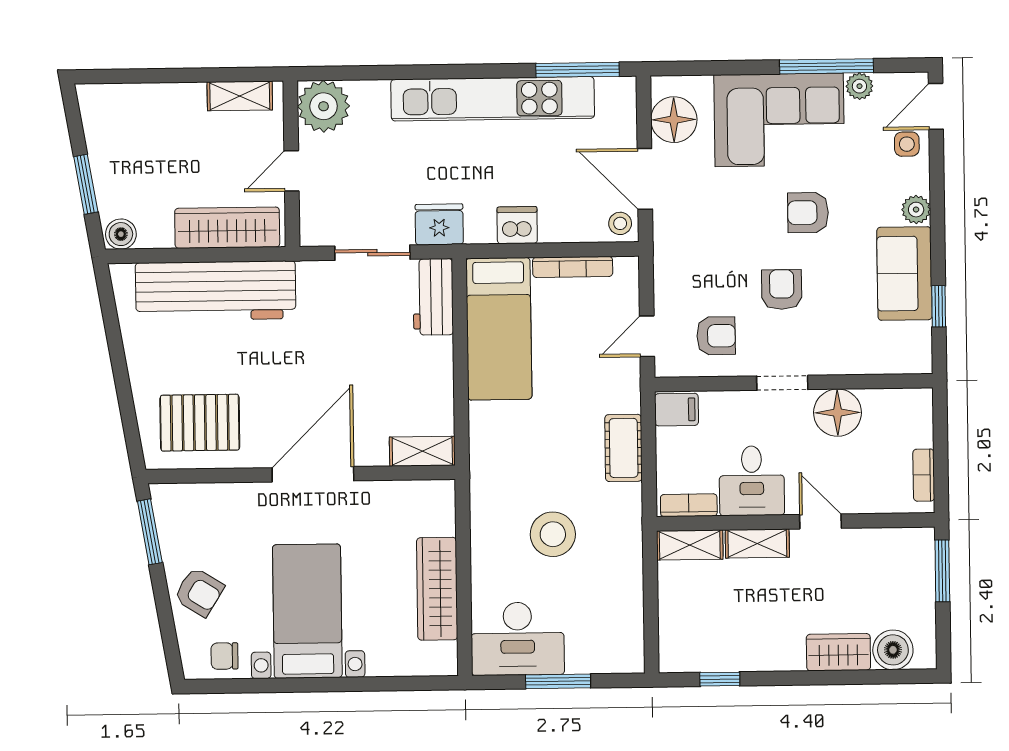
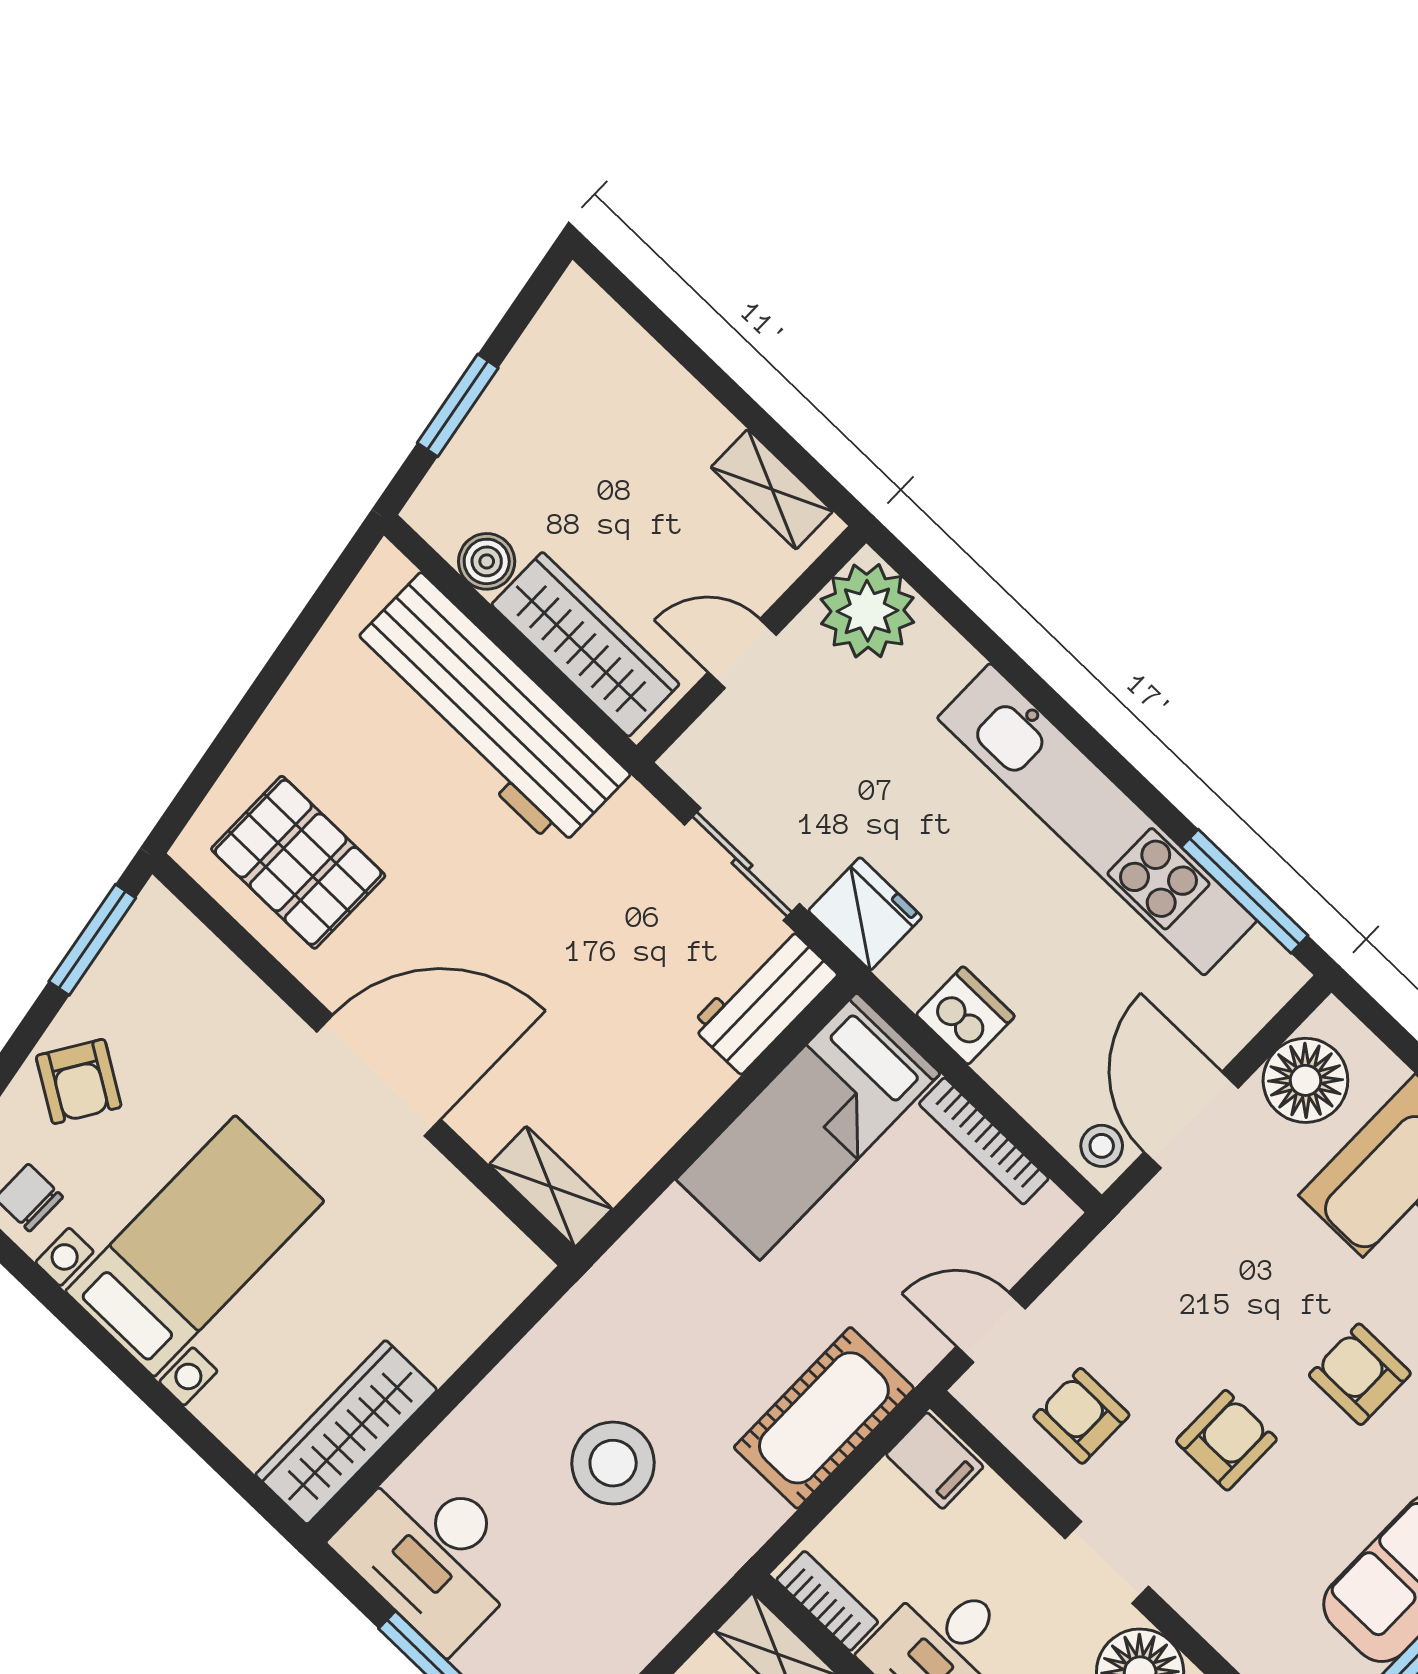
boiler: (121, 234) -> (487, 561), moved
armchair: (716, 336) -> (1081, 1416), turned 180
cot: (624, 448) -> (824, 1418), width x1.37, depth x1.34
wardrobe: (437, 589) -> (346, 1432), moved

